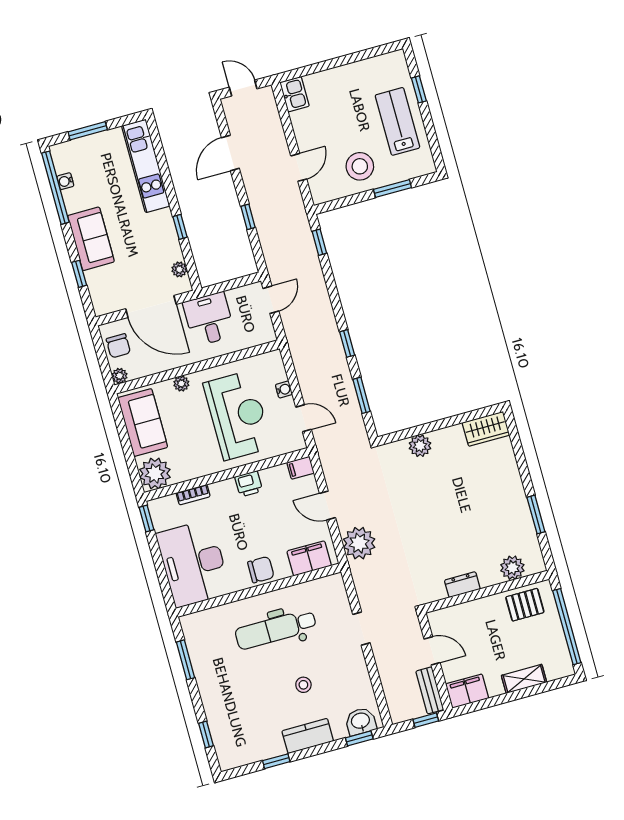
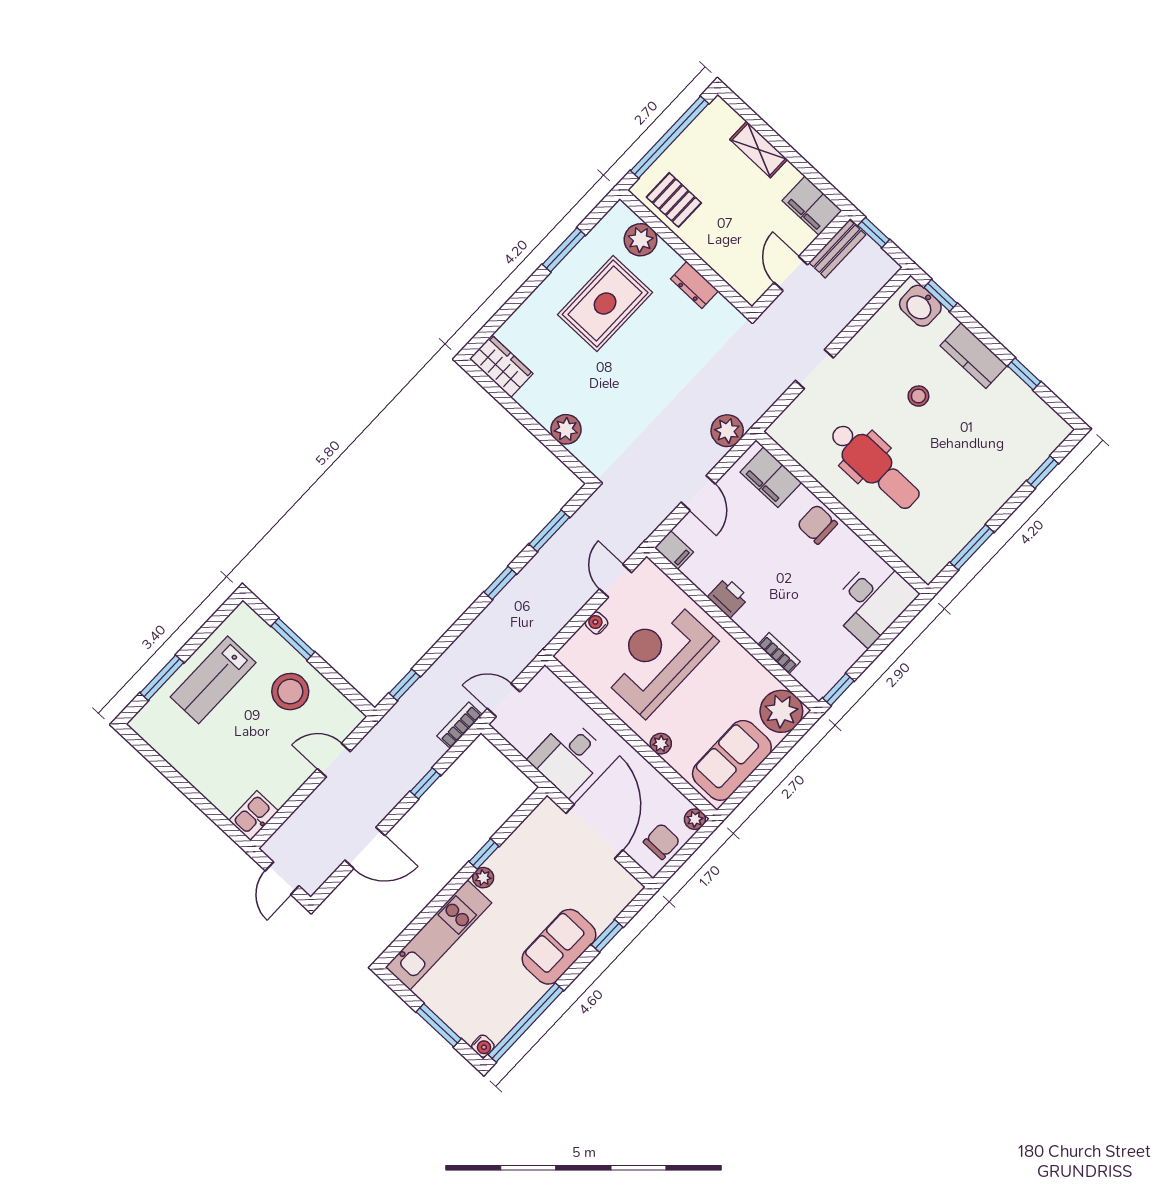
window: (419, 89) -> (162, 678), width x1.50
water cooler: (65, 181) -> (483, 1046), moved
bookcase: (272, 262) -> (460, 725), added
plant: (179, 269) -> (483, 878), moved
rug: (485, 520) -> (605, 303), added
plant: (359, 543) -> (727, 431), width x0.73, depth x0.73
desk: (193, 563) -> (873, 601), width x0.73, depth x0.77

